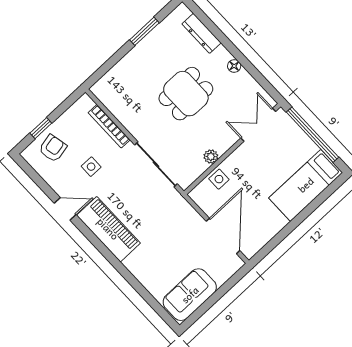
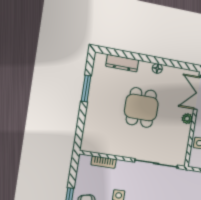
bookcase: (109, 126) -> (104, 162), width x0.64
plant: (211, 157) -> (187, 119), moved

